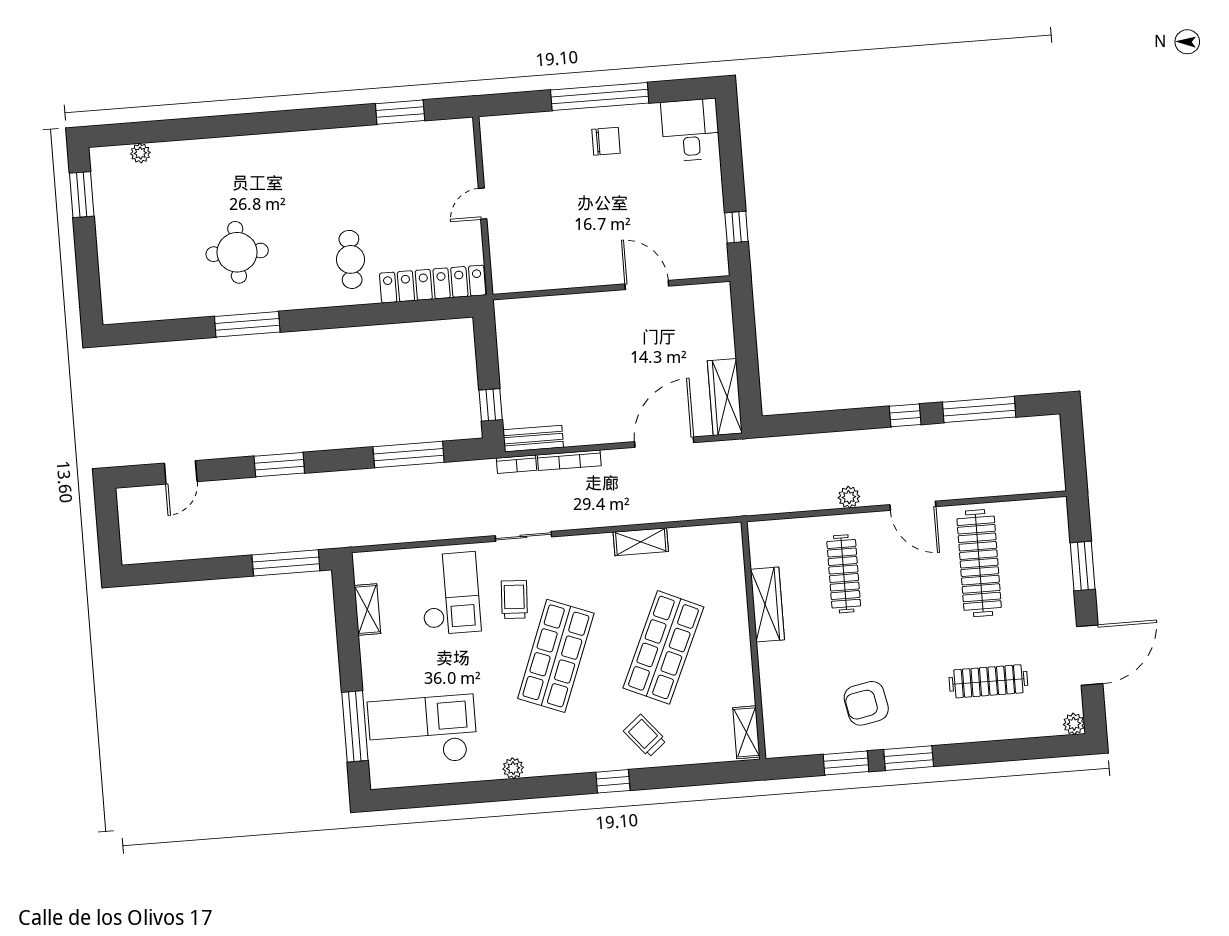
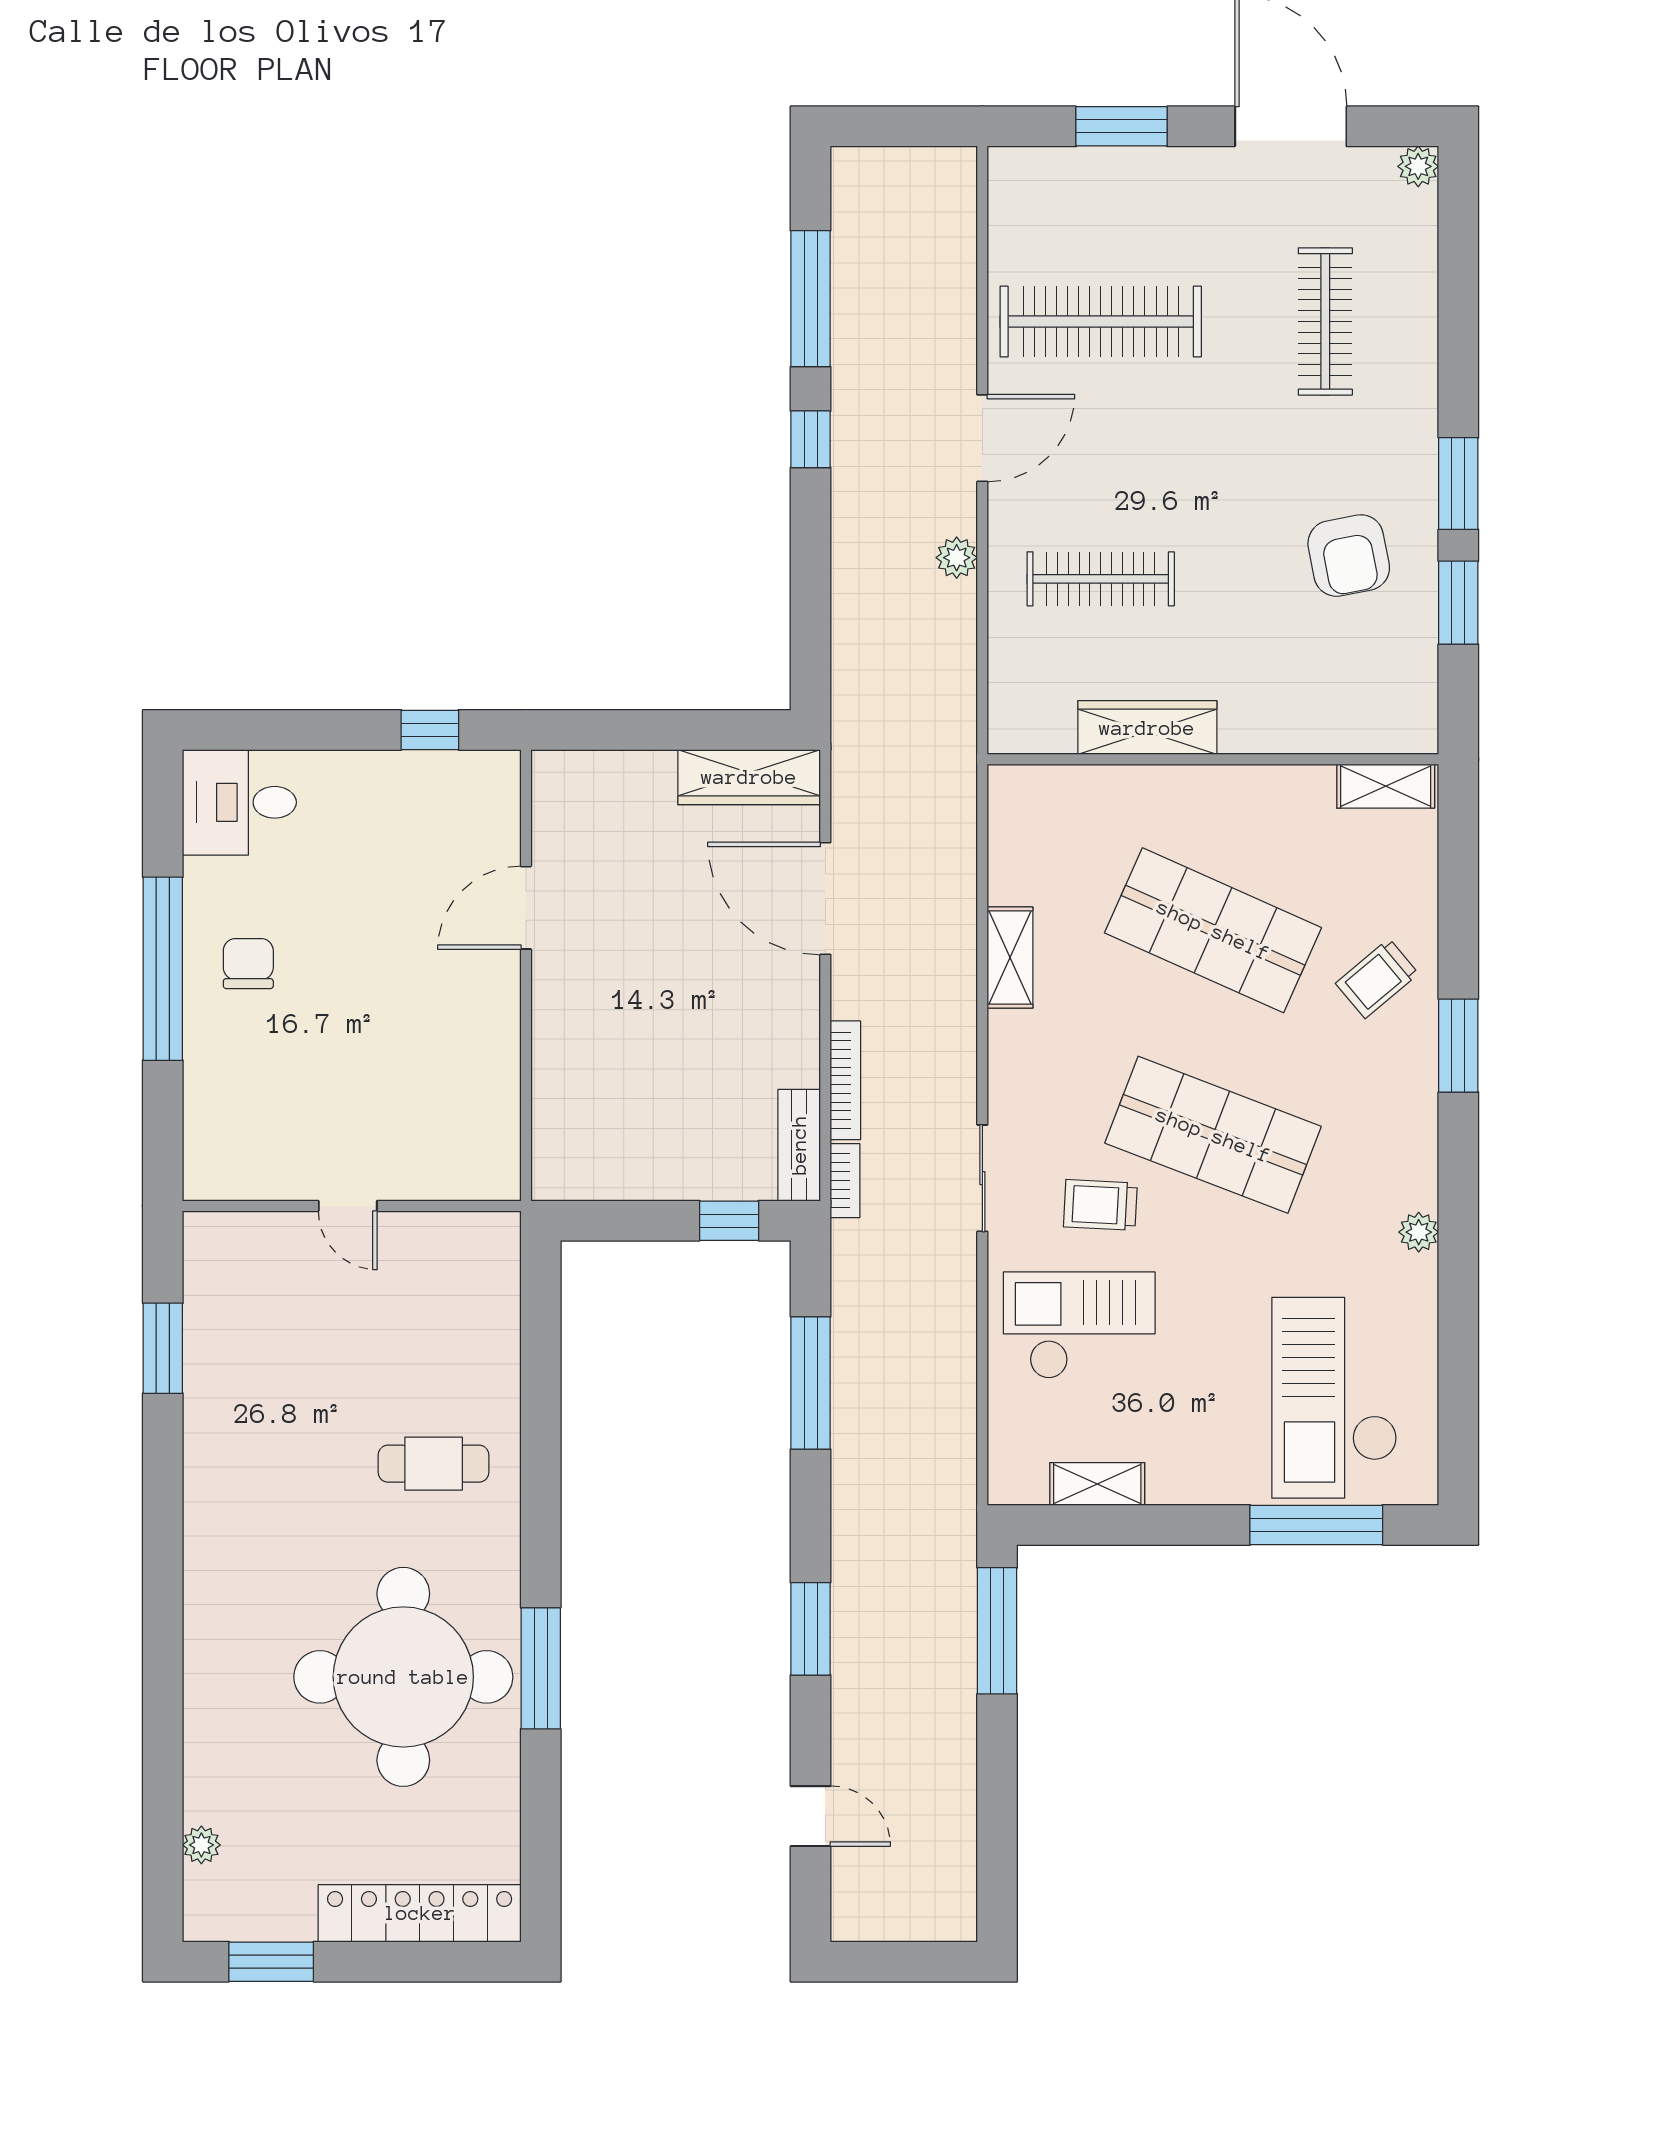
round table: (237, 252) -> (403, 1677), width x1.86, depth x1.86
locker: (433, 284) -> (420, 1913), moved, turned 90
window: (613, 781) -> (1458, 1046), width x1.50

